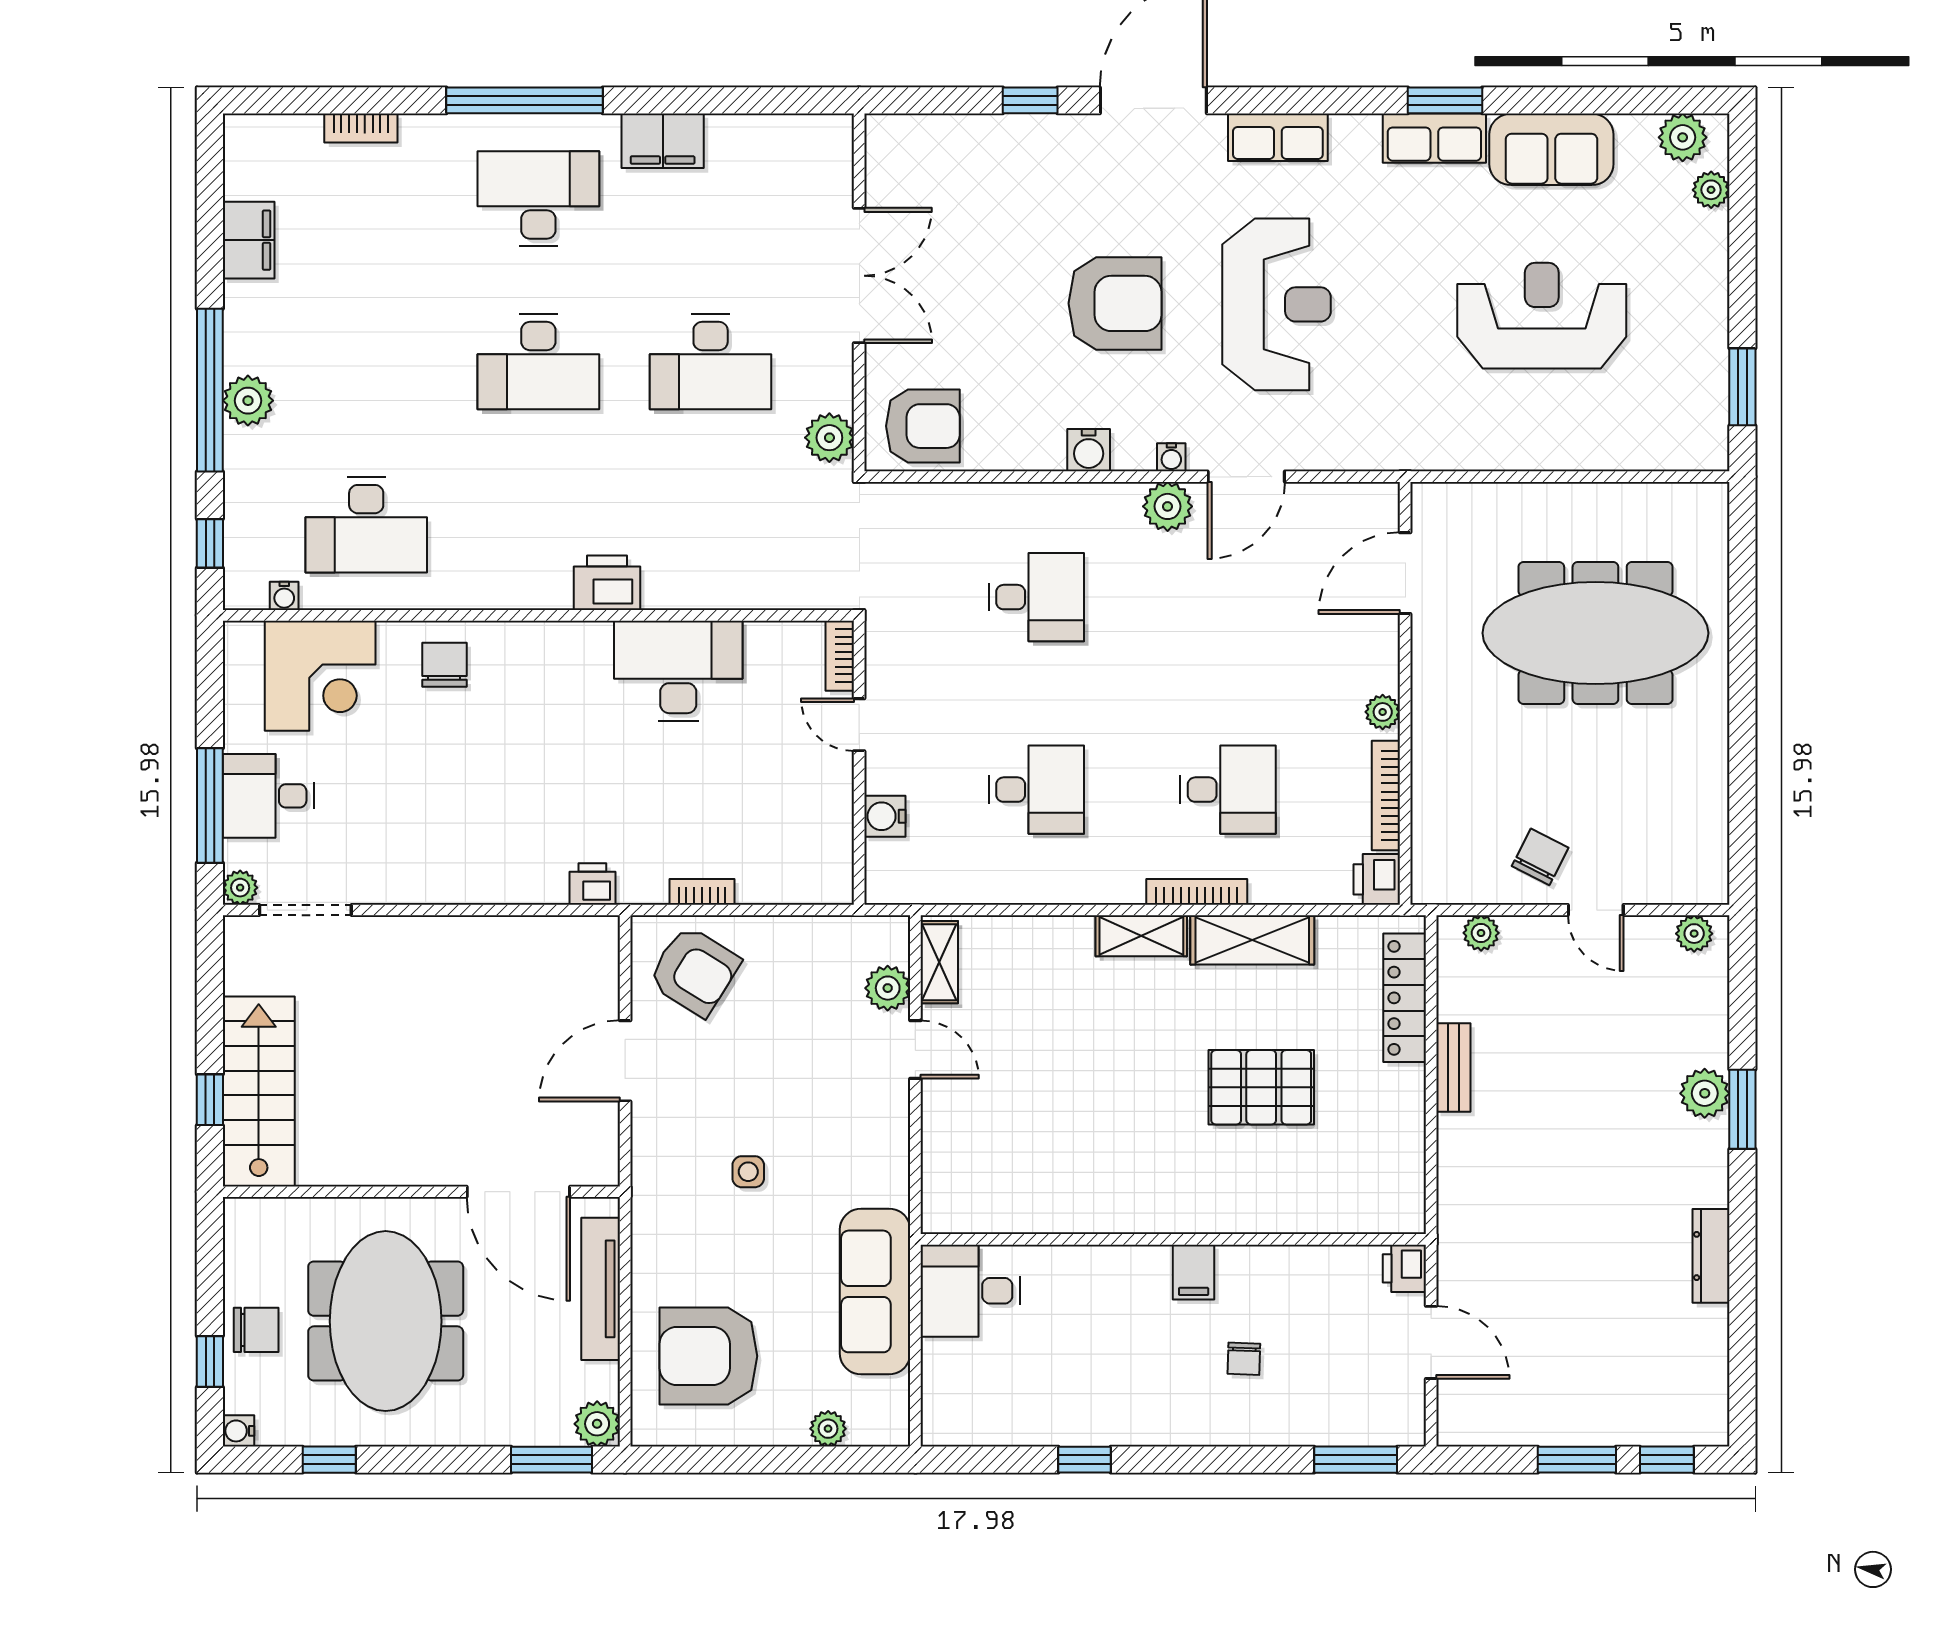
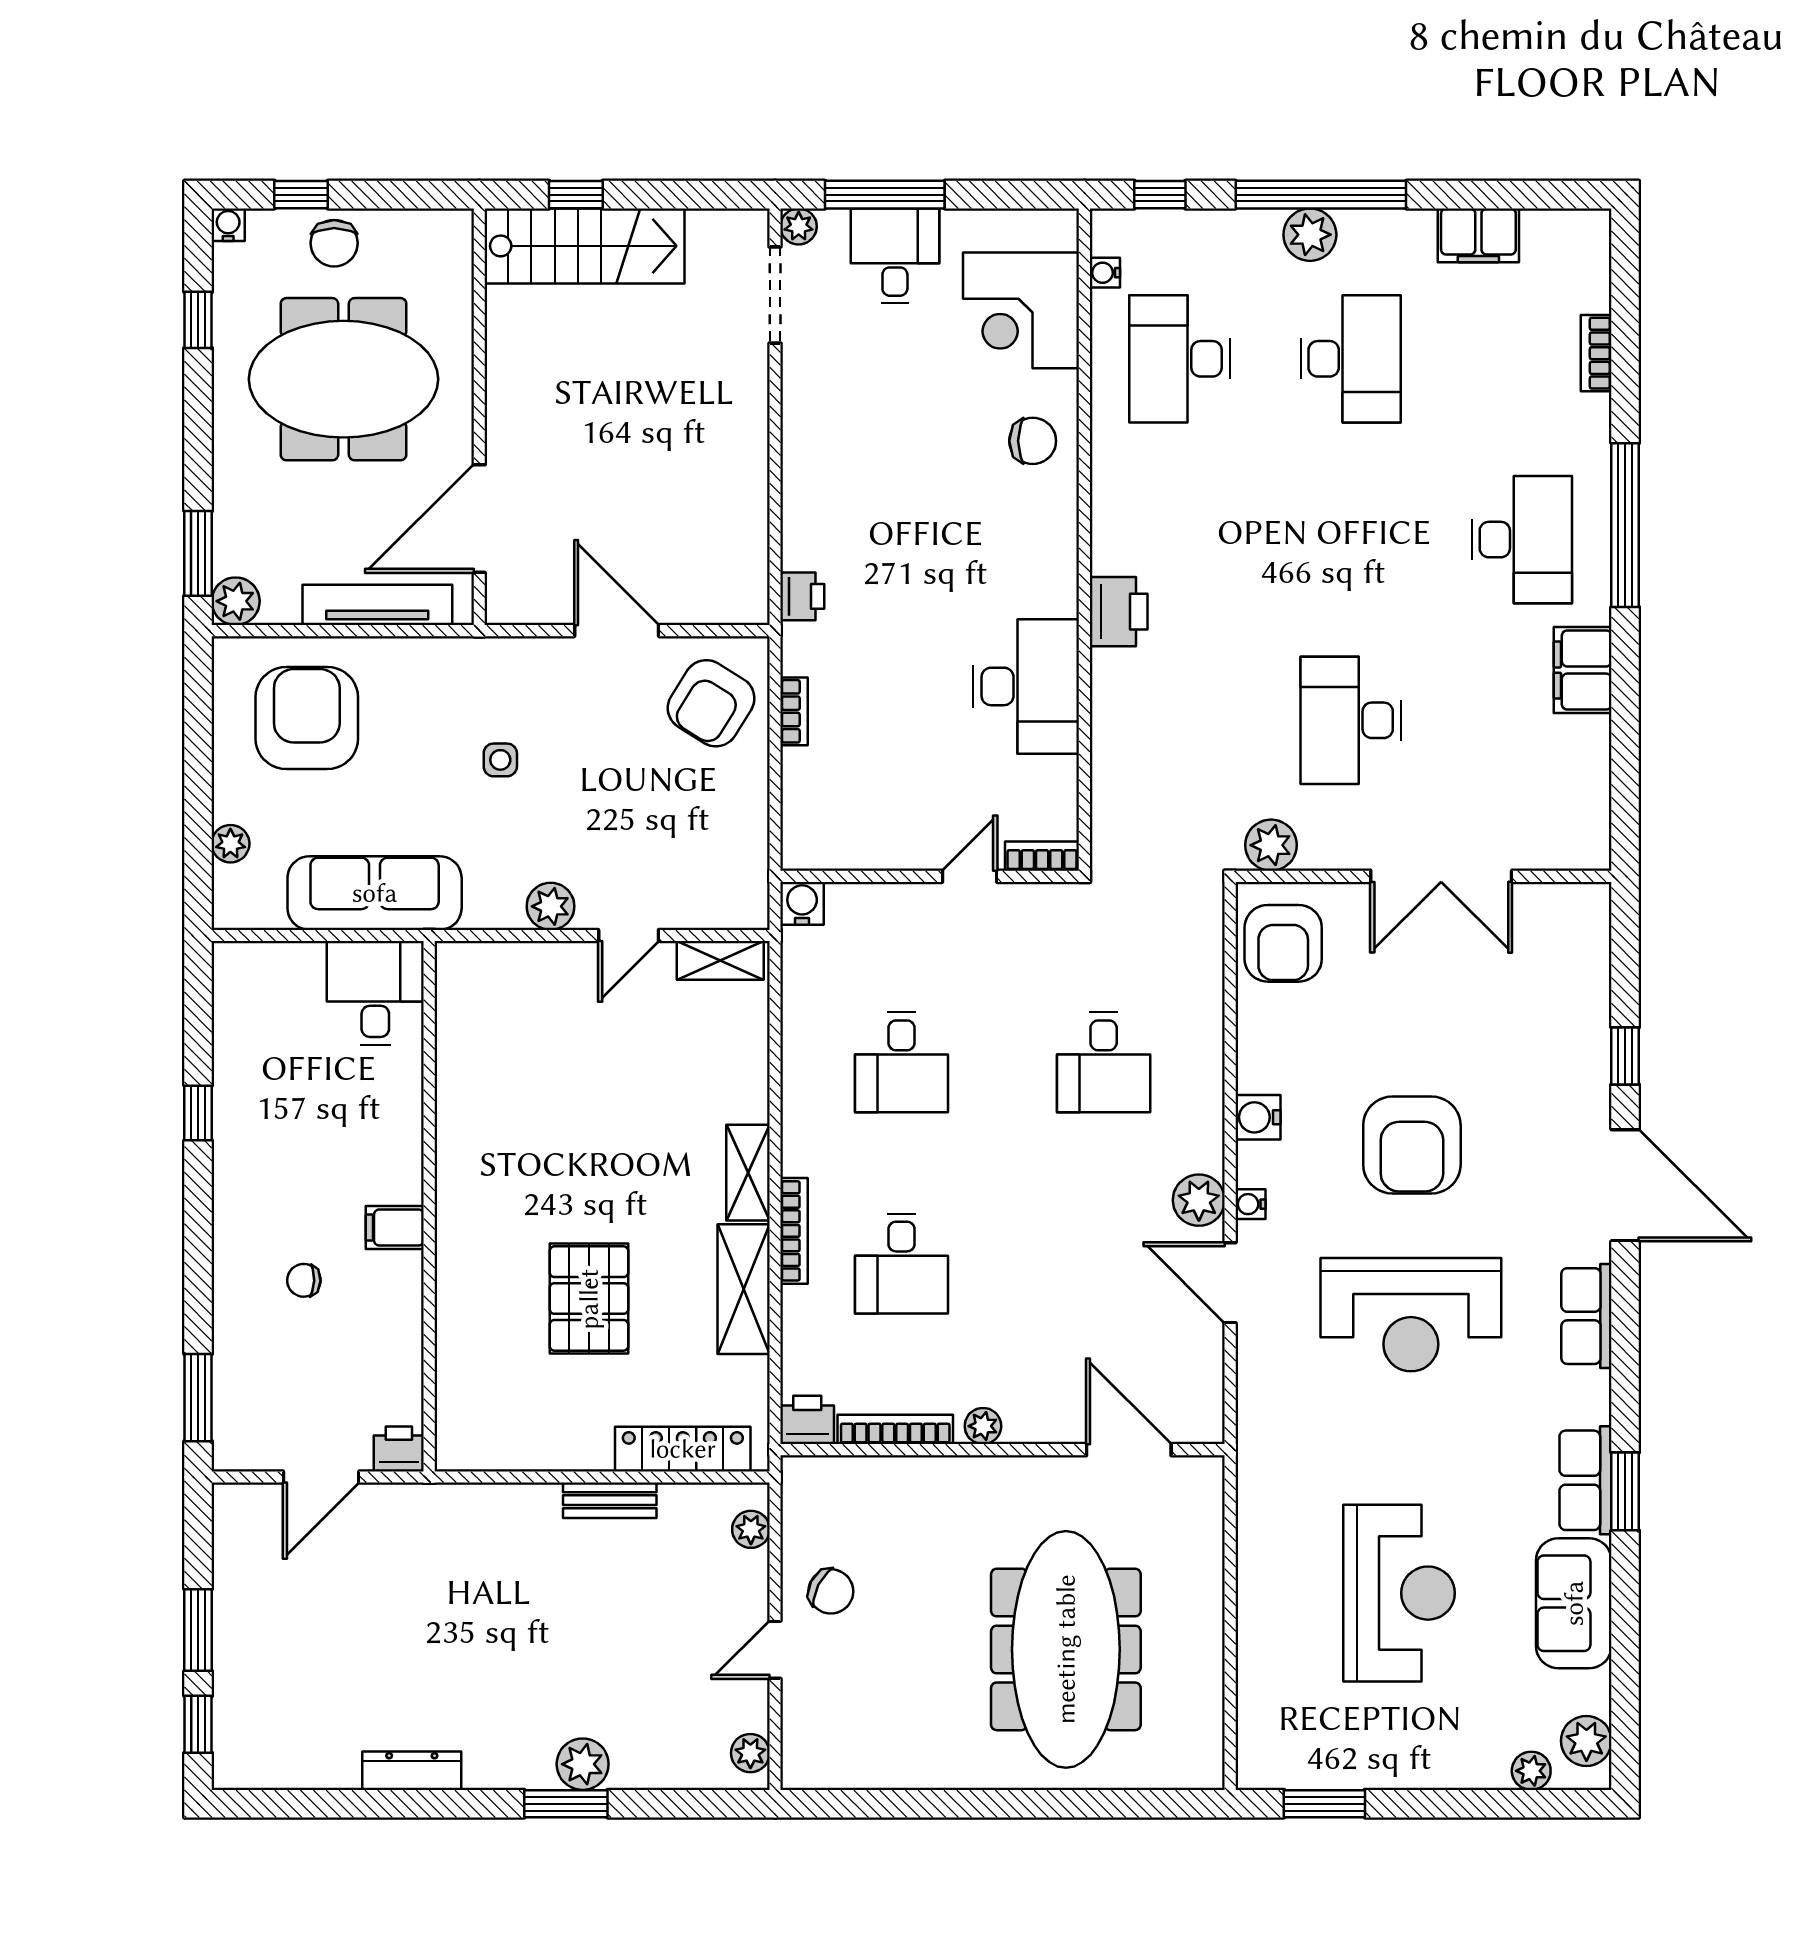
desk: (538, 362) -> (1351, 359), moved, turned 180
water cooler: (885, 816) -> (802, 903), moved
plant: (888, 988) -> (551, 906), moved

